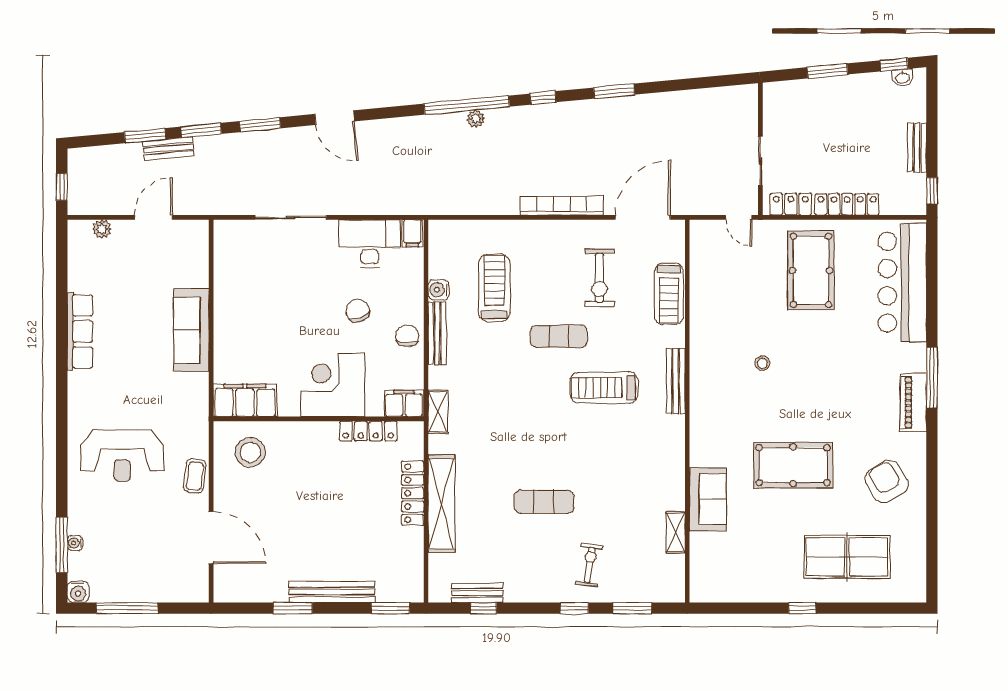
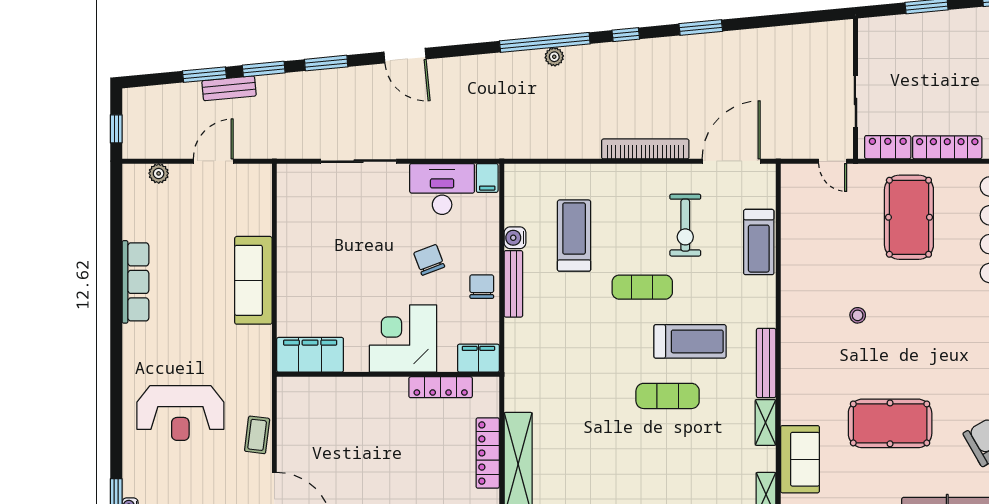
bench: (676, 381) -> (766, 363), moved
treadmill: (604, 388) -> (690, 341), turned 180
shelving: (438, 412) -> (766, 422), moved
stool: (250, 452) -> (316, 410), removed
exercise mat: (544, 502) -> (668, 396), moved

